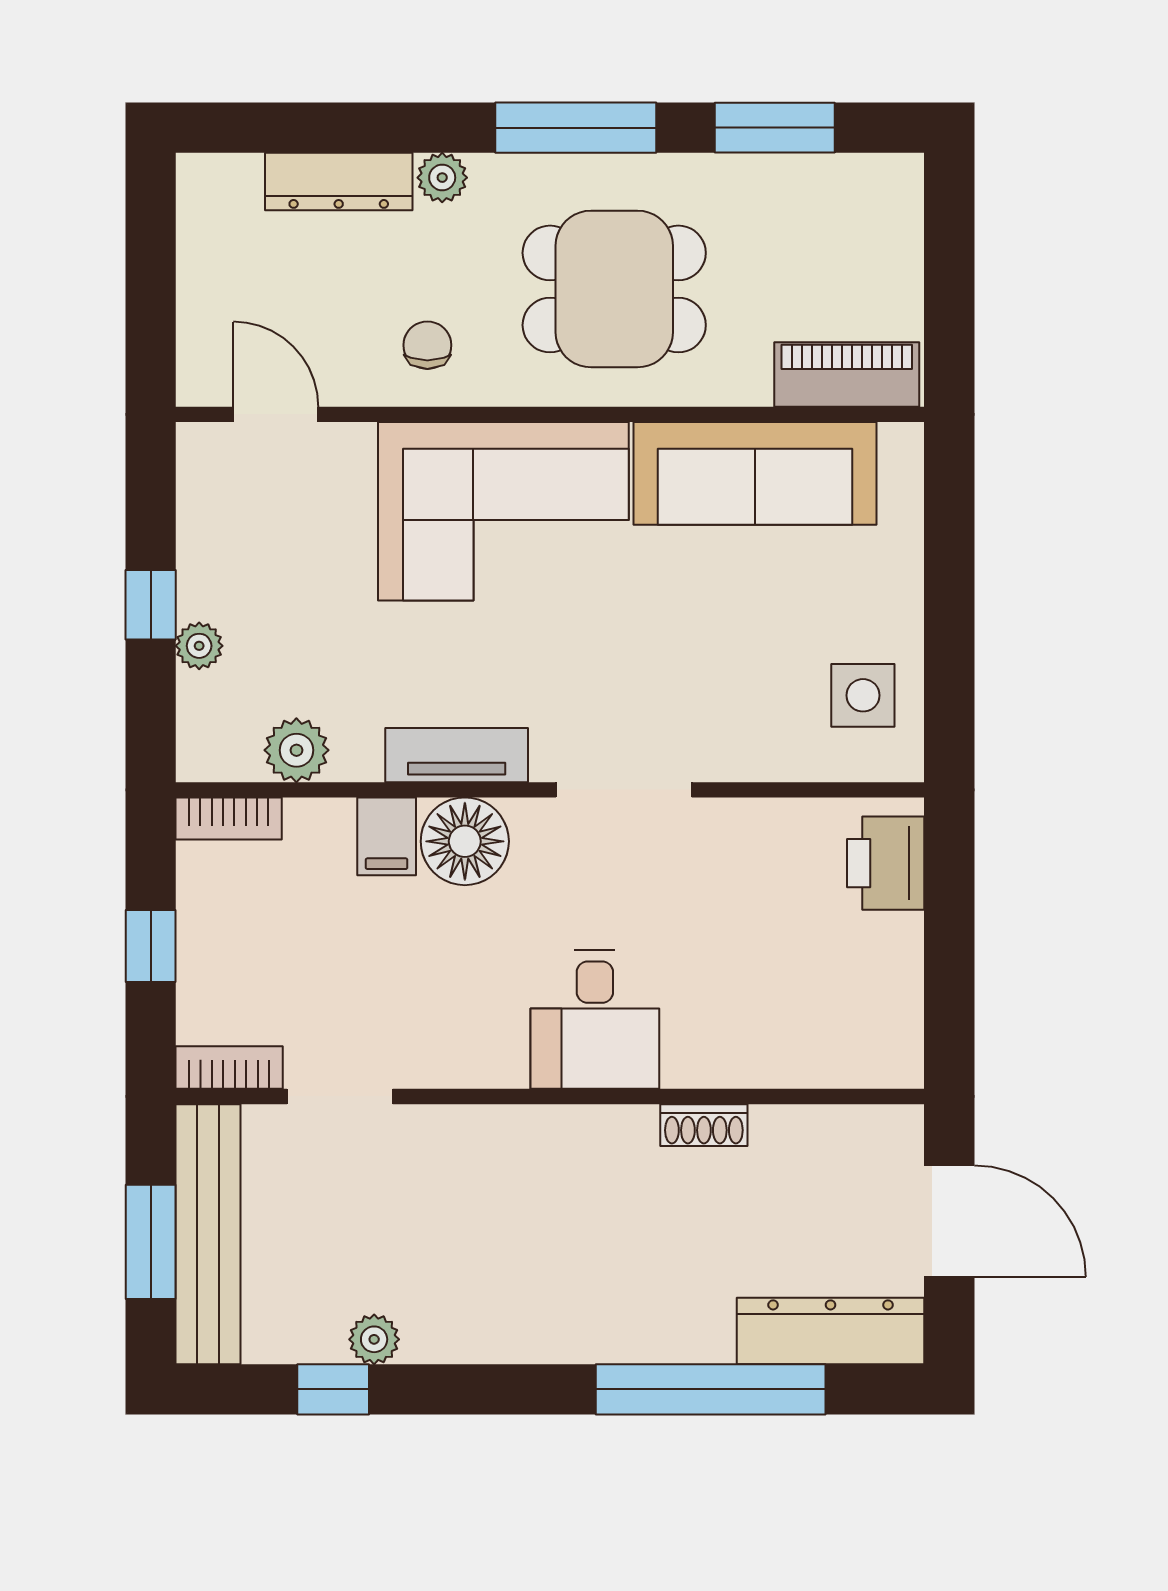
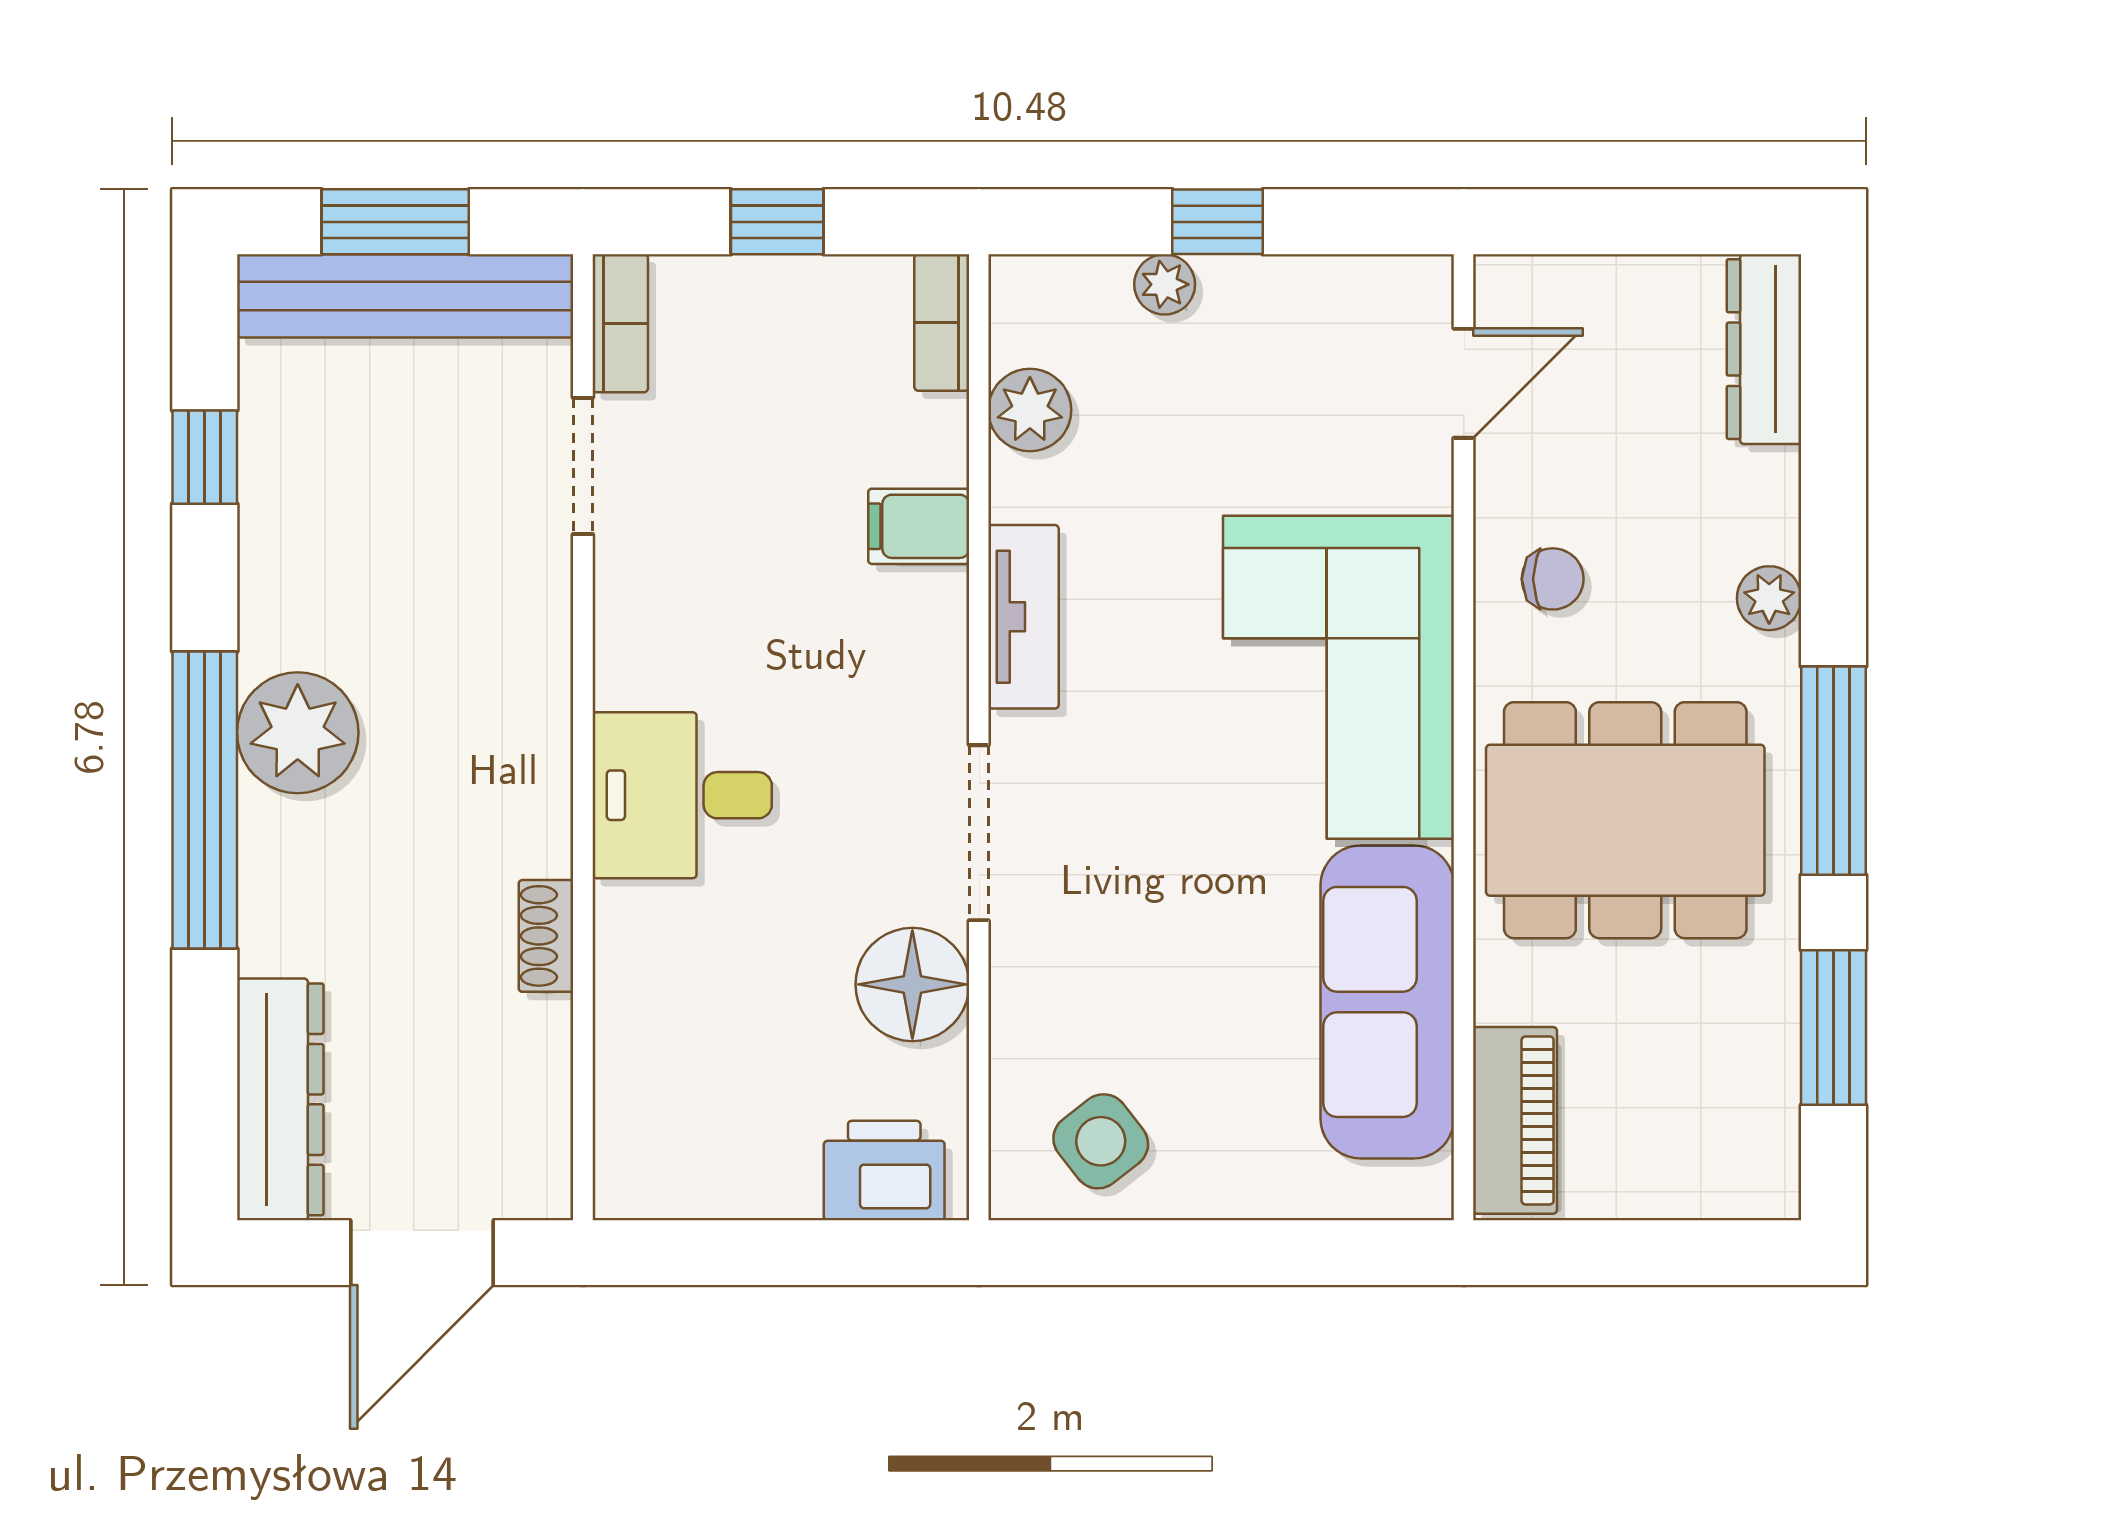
dresser: (339, 181) -> (1764, 349), moved
dining table: (614, 289) -> (1625, 820), width x1.38
side table: (863, 695) -> (1101, 1141), turned -38
floor lamp: (465, 841) -> (912, 984), moved
plant: (374, 1339) -> (298, 733), moved, width x1.88, depth x1.88
window: (711, 1389) -> (205, 800), moved

